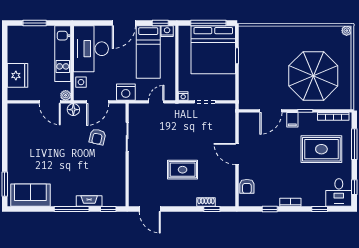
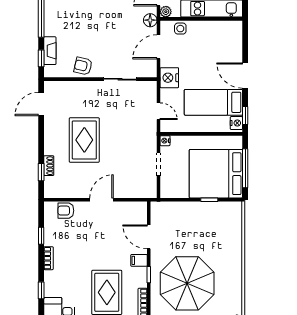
desk: (91, 49) -> (217, 40), removed
door: (98, 102) -> (159, 47), hinge flipped
armchair: (97, 137) -> (83, 66), moved
rug: (183, 170) -> (84, 140), width x1.36, depth x1.43
fireplace: (89, 201) -> (50, 51), moved

